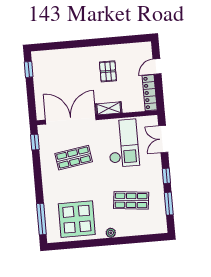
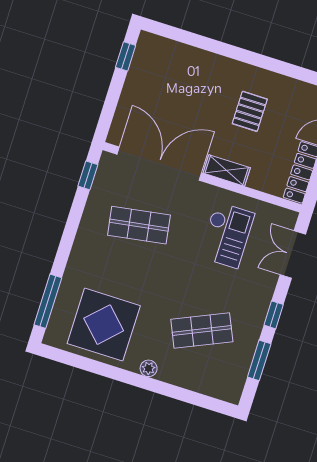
checkout: (123, 143) -> (227, 235), width x0.73, depth x0.83
shop shelf: (131, 200) -> (202, 331), turned -30

